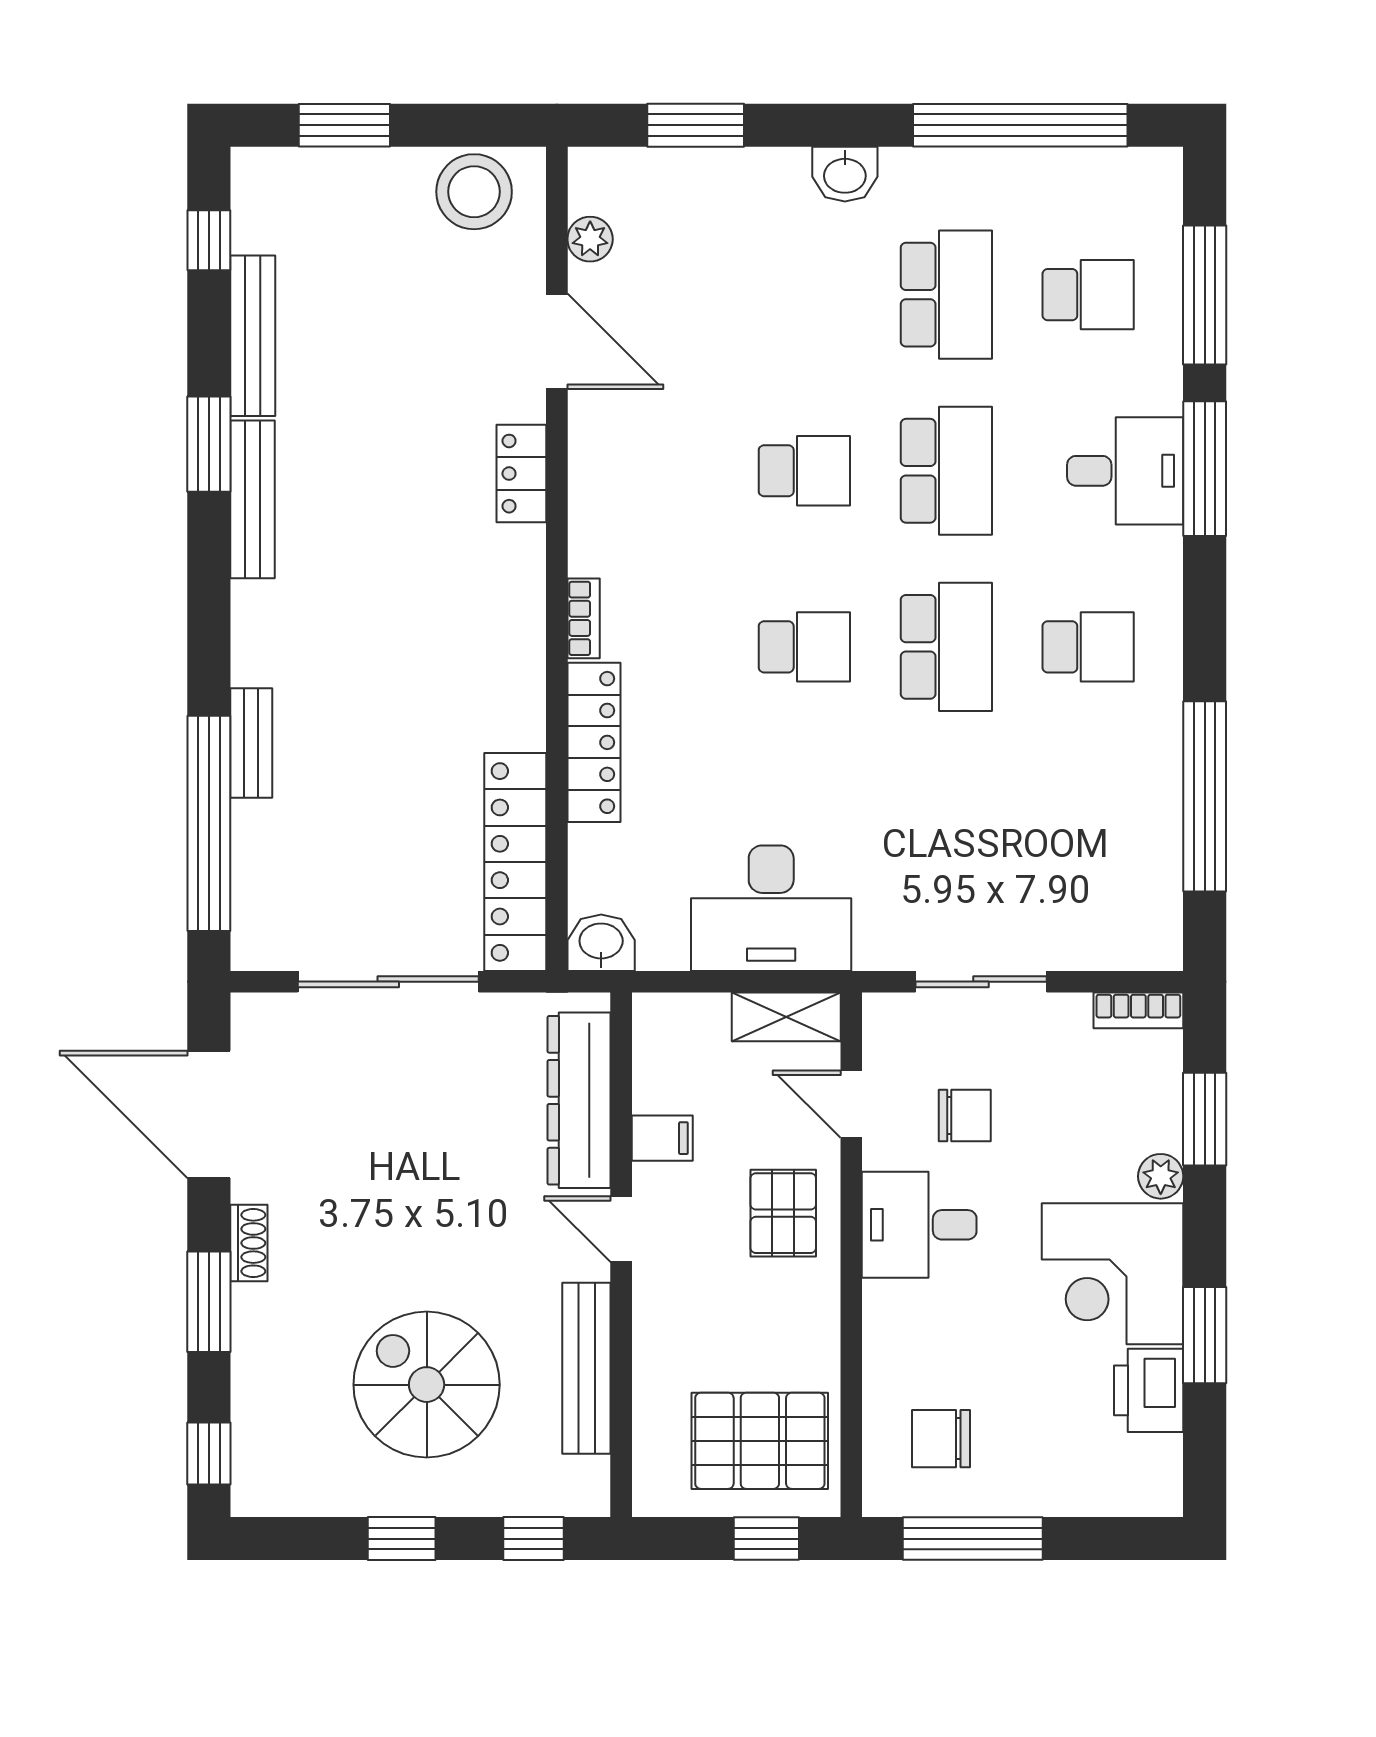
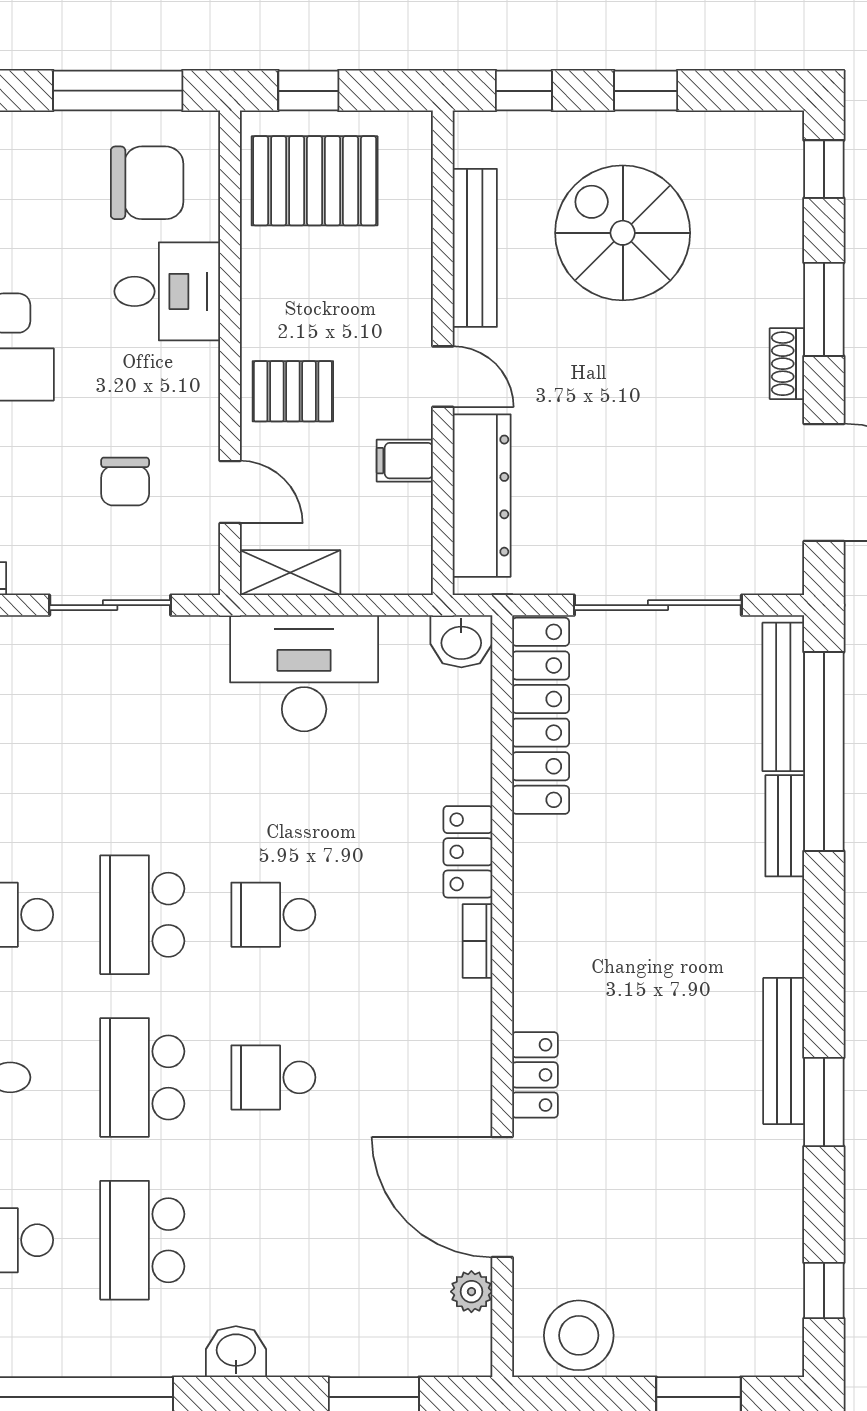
bench: (253, 336) -> (783, 697), moved
door: (557, 341) -> (502, 1197), width x1.36
locker: (594, 742) -> (468, 852), width x0.66
chair: (965, 1115) -> (125, 482), turned -90
pallet: (783, 1213) -> (293, 391), turned 90
desk: (919, 1225) -> (167, 291), moved
spiral stairs: (427, 1385) -> (623, 233), turned 180
chair: (941, 1439) -> (147, 183), width x1.37, depth x1.37

